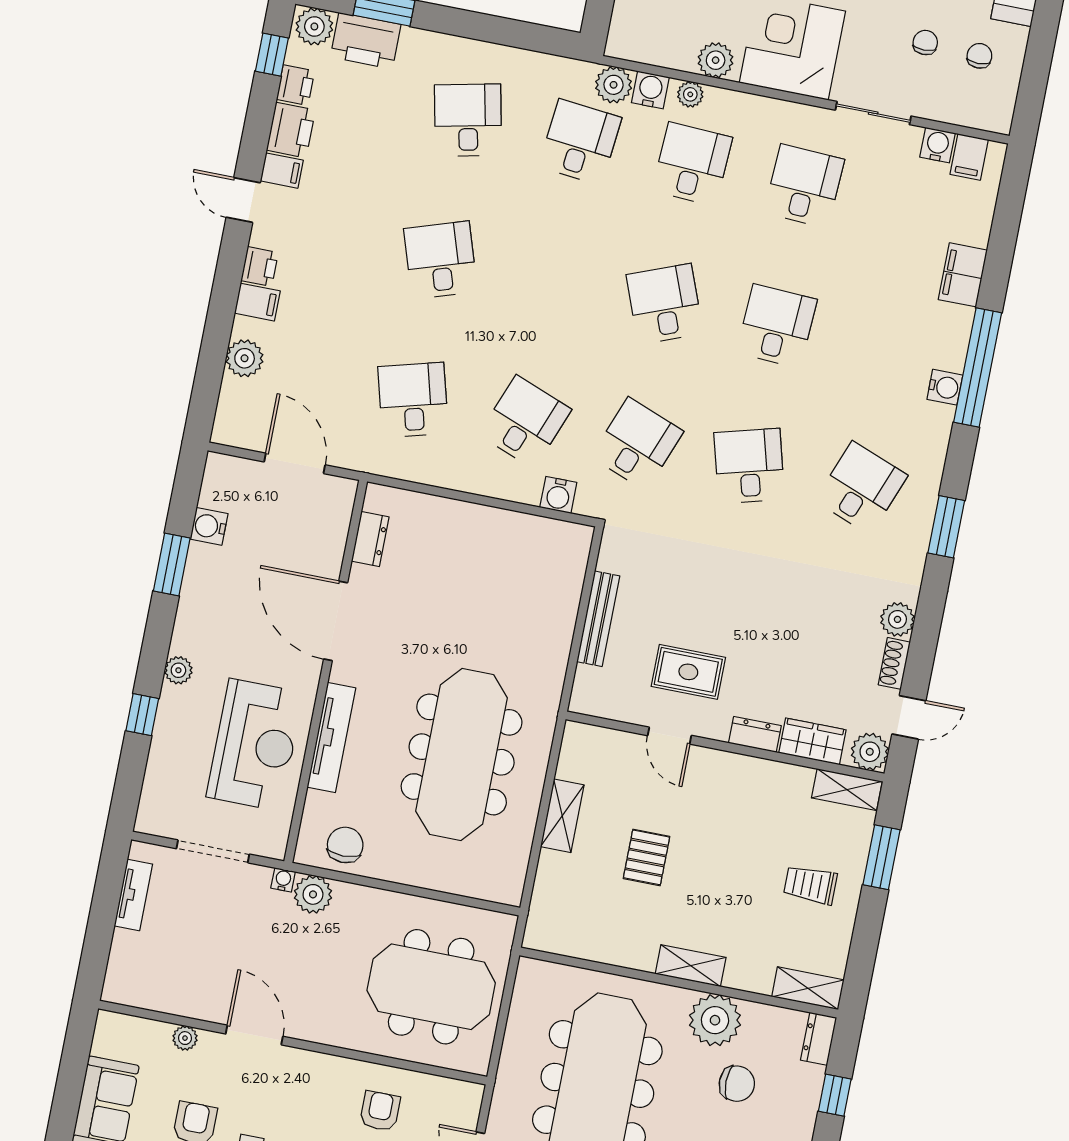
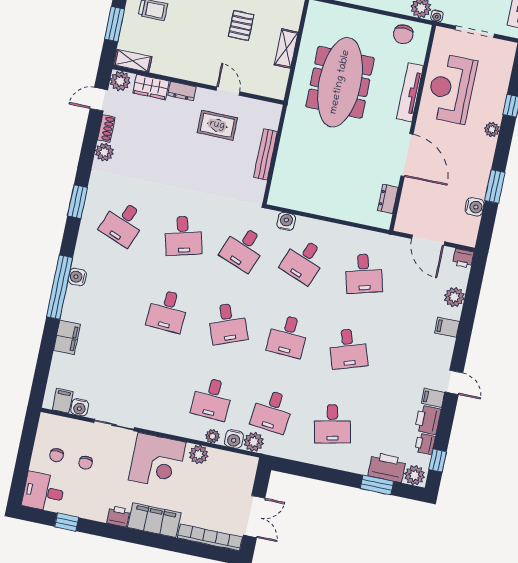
desk: (804, 186) -> (288, 336), moved
printer: (260, 267) -> (463, 258), moved, turned -90

